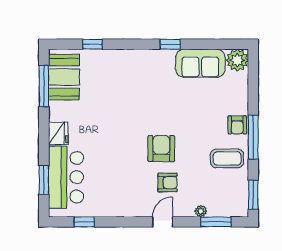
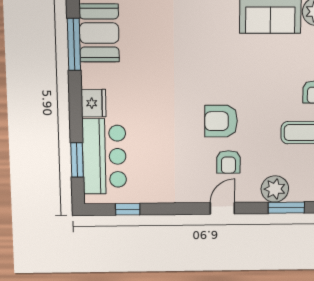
armchair: (161, 149) -> (221, 121), turned -90
armchair: (167, 183) -> (228, 162), turned 90
plant: (201, 211) -> (275, 189), width x1.88, depth x1.88

